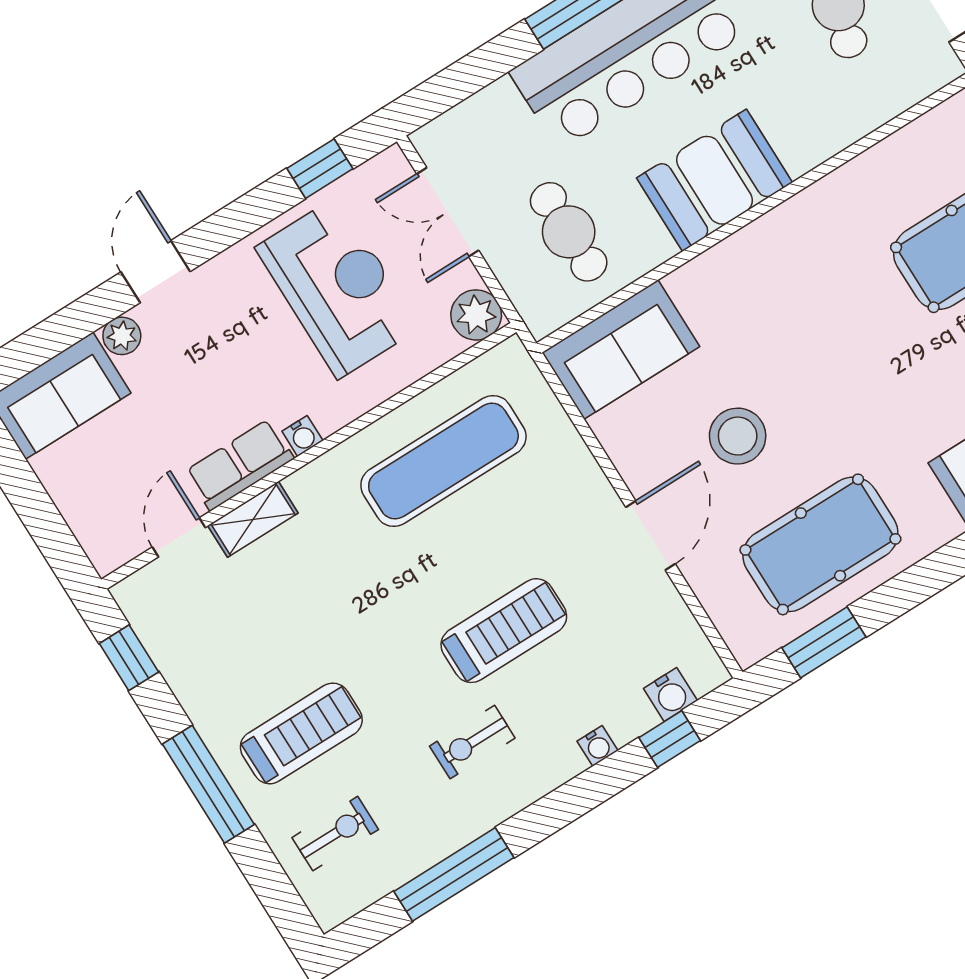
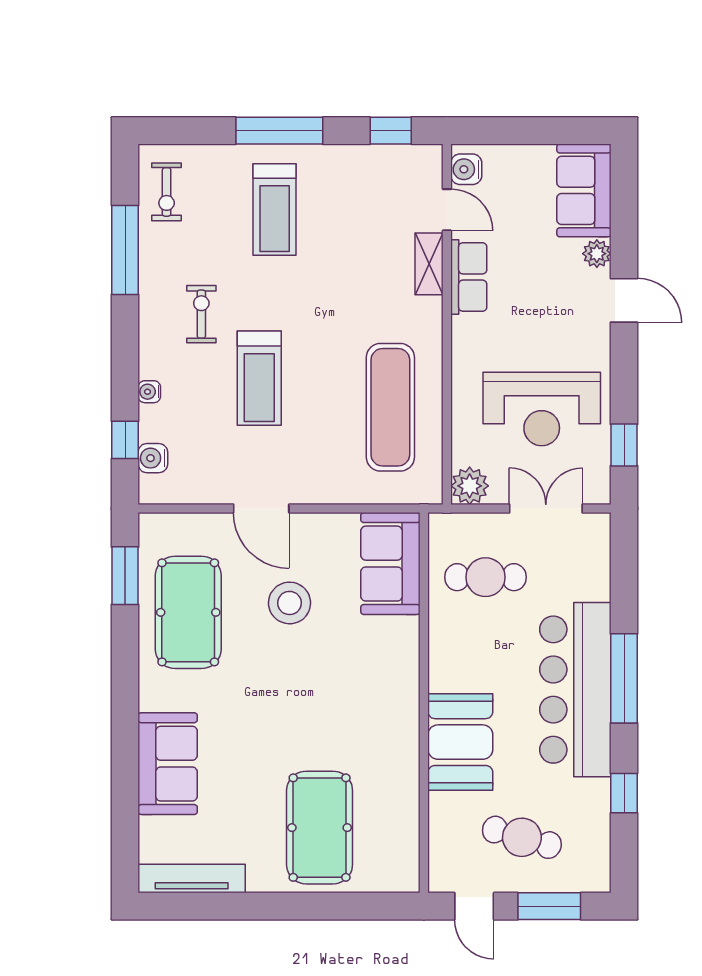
booth: (715, 180) -> (460, 742), moved
water cooler: (302, 436) -> (466, 169), moved, width x1.38, depth x1.38
exercise bike: (335, 834) -> (167, 192), moved

